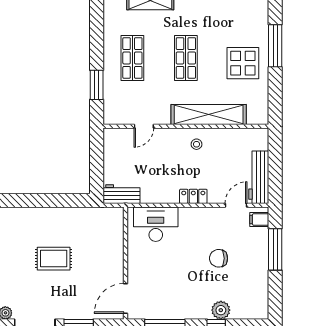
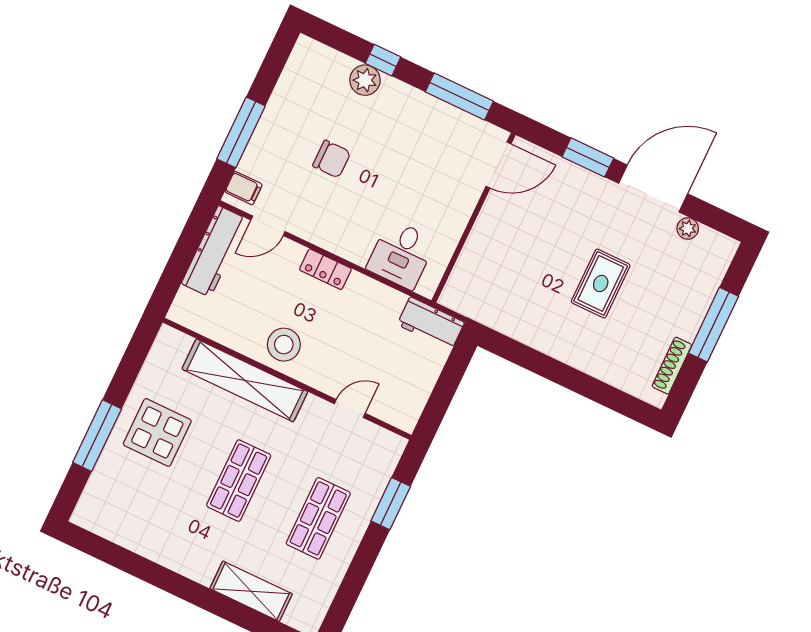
stool: (196, 144) -> (284, 345), width x1.89, depth x1.89
desk: (156, 224) -> (401, 254), width x0.73
rug: (54, 259) -> (601, 283), moved, turned 90

